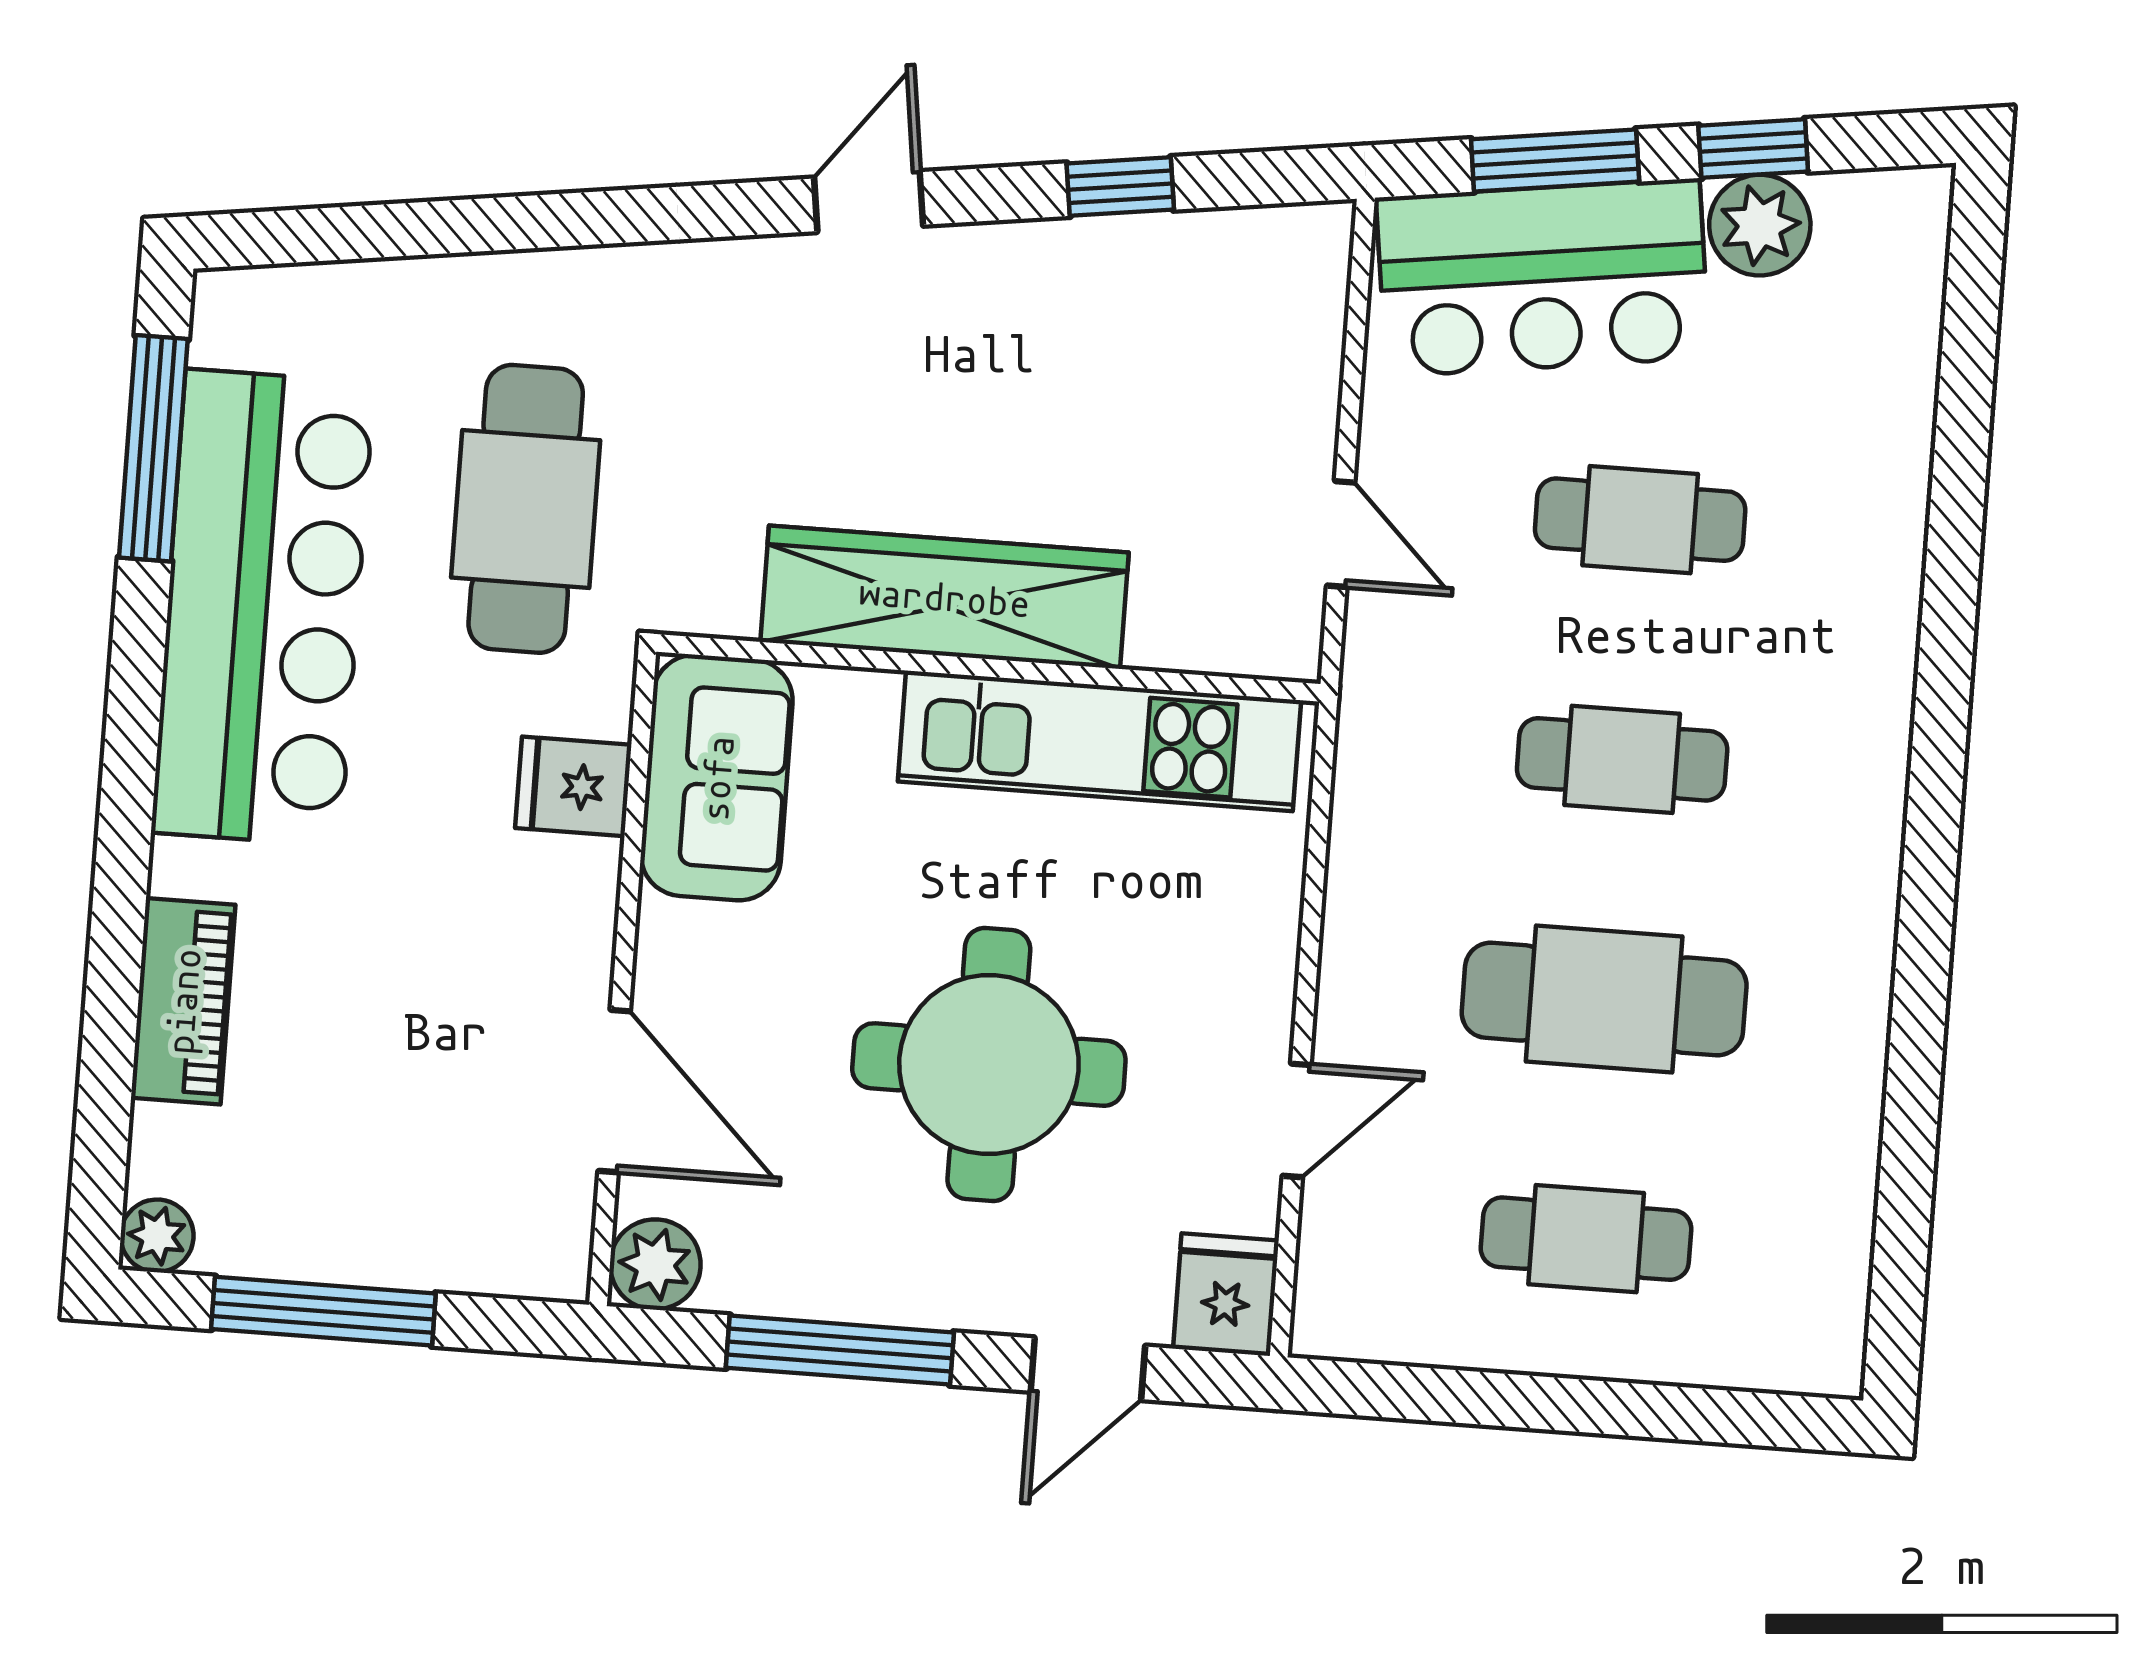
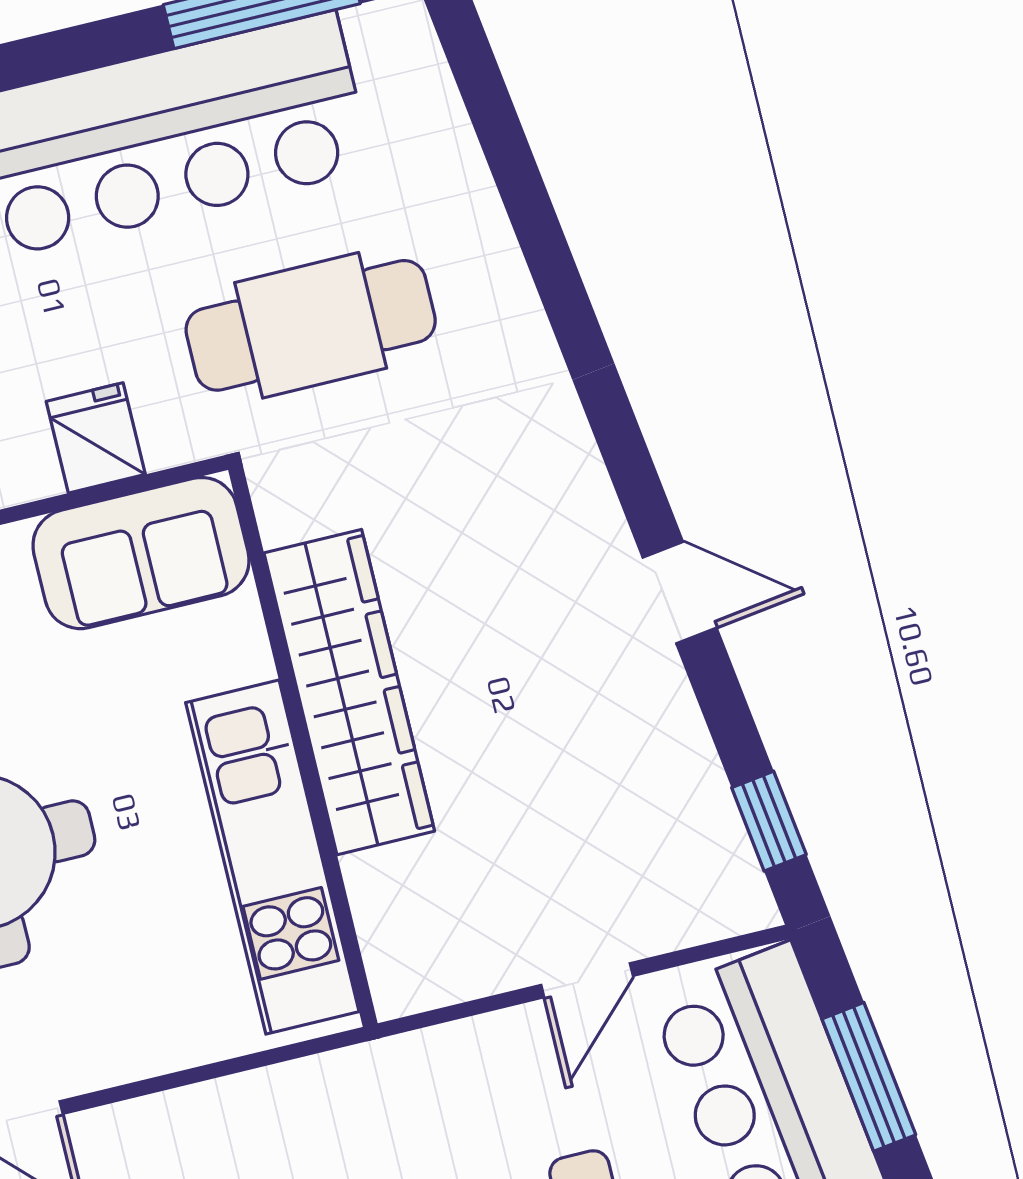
window: (1120, 187) -> (769, 821), moved
door: (869, 202) -> (680, 593), moved
door: (1341, 534) -> (587, 980), moved

